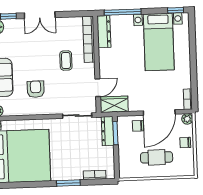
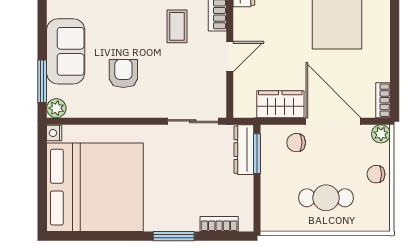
door: (98, 88) -> (230, 57), moved
wardrobe: (114, 104) -> (280, 104), moved
door: (159, 113) -> (333, 121), swing flipped

